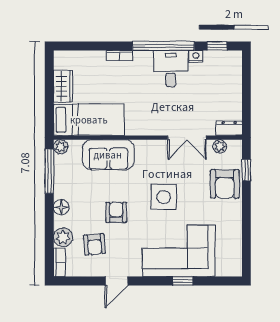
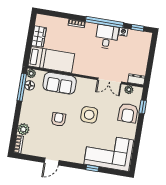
floor lamp: (61, 207) -> (30, 85), moved
armchair: (94, 244) -> (42, 137), removed
corner sofa: (179, 251) -> (109, 152), moved

